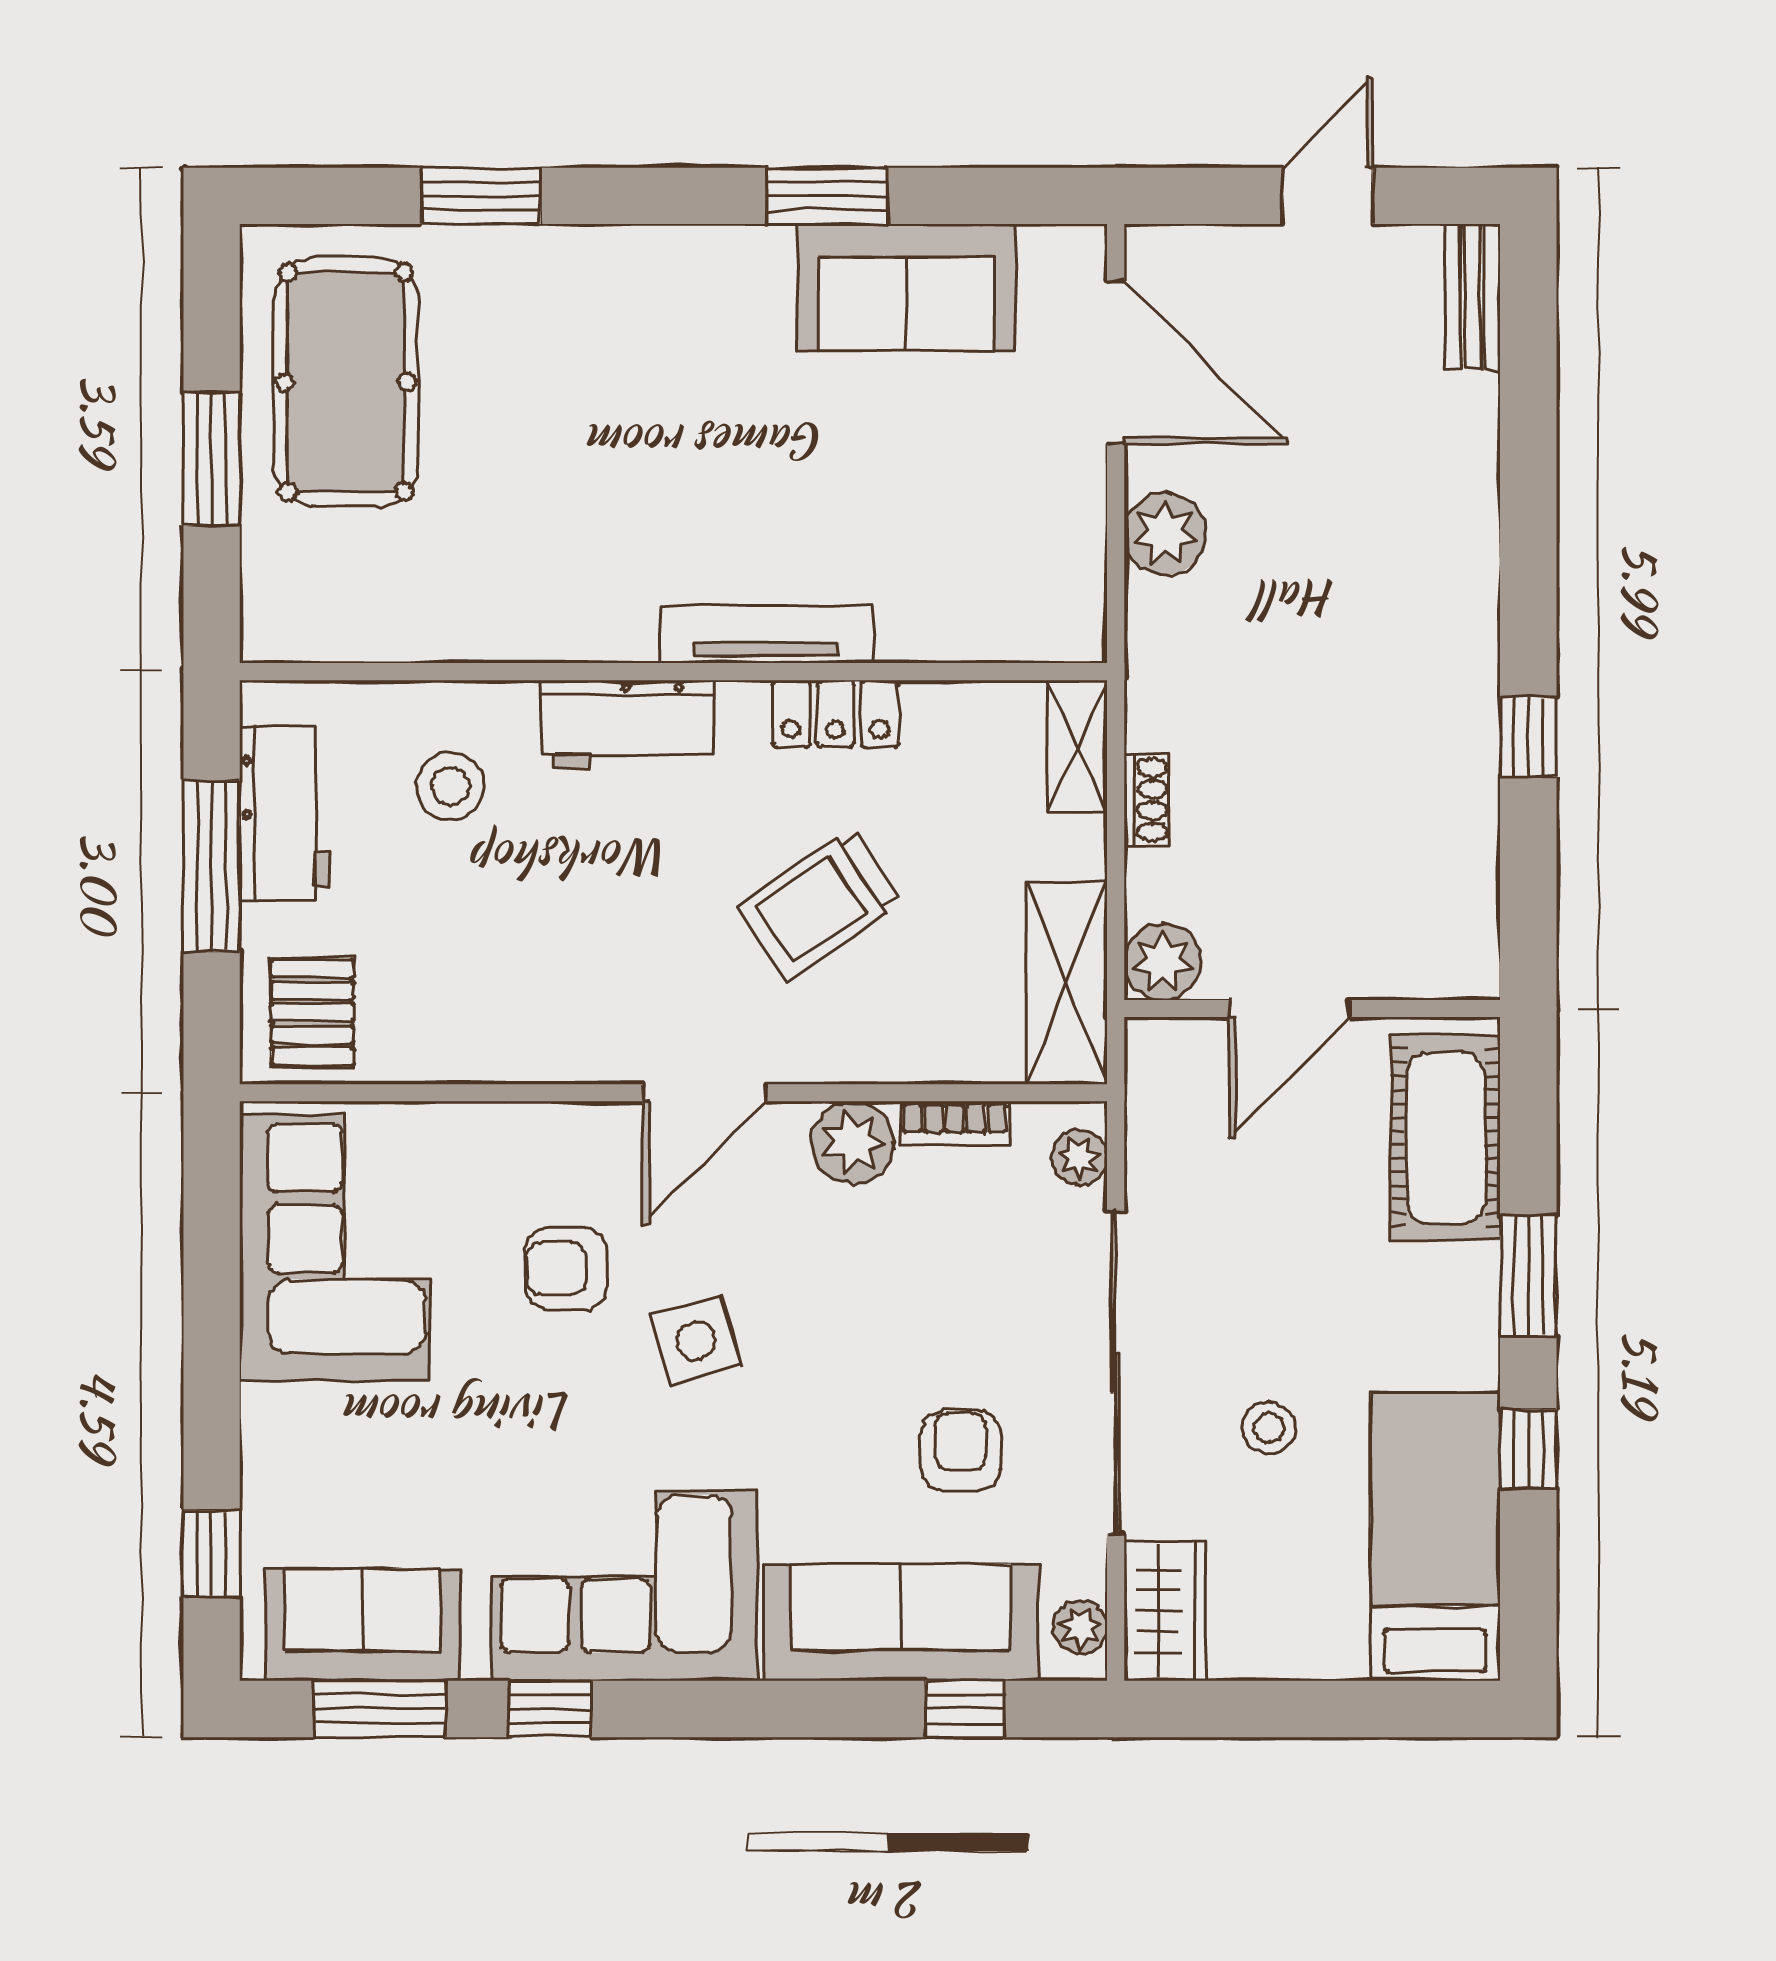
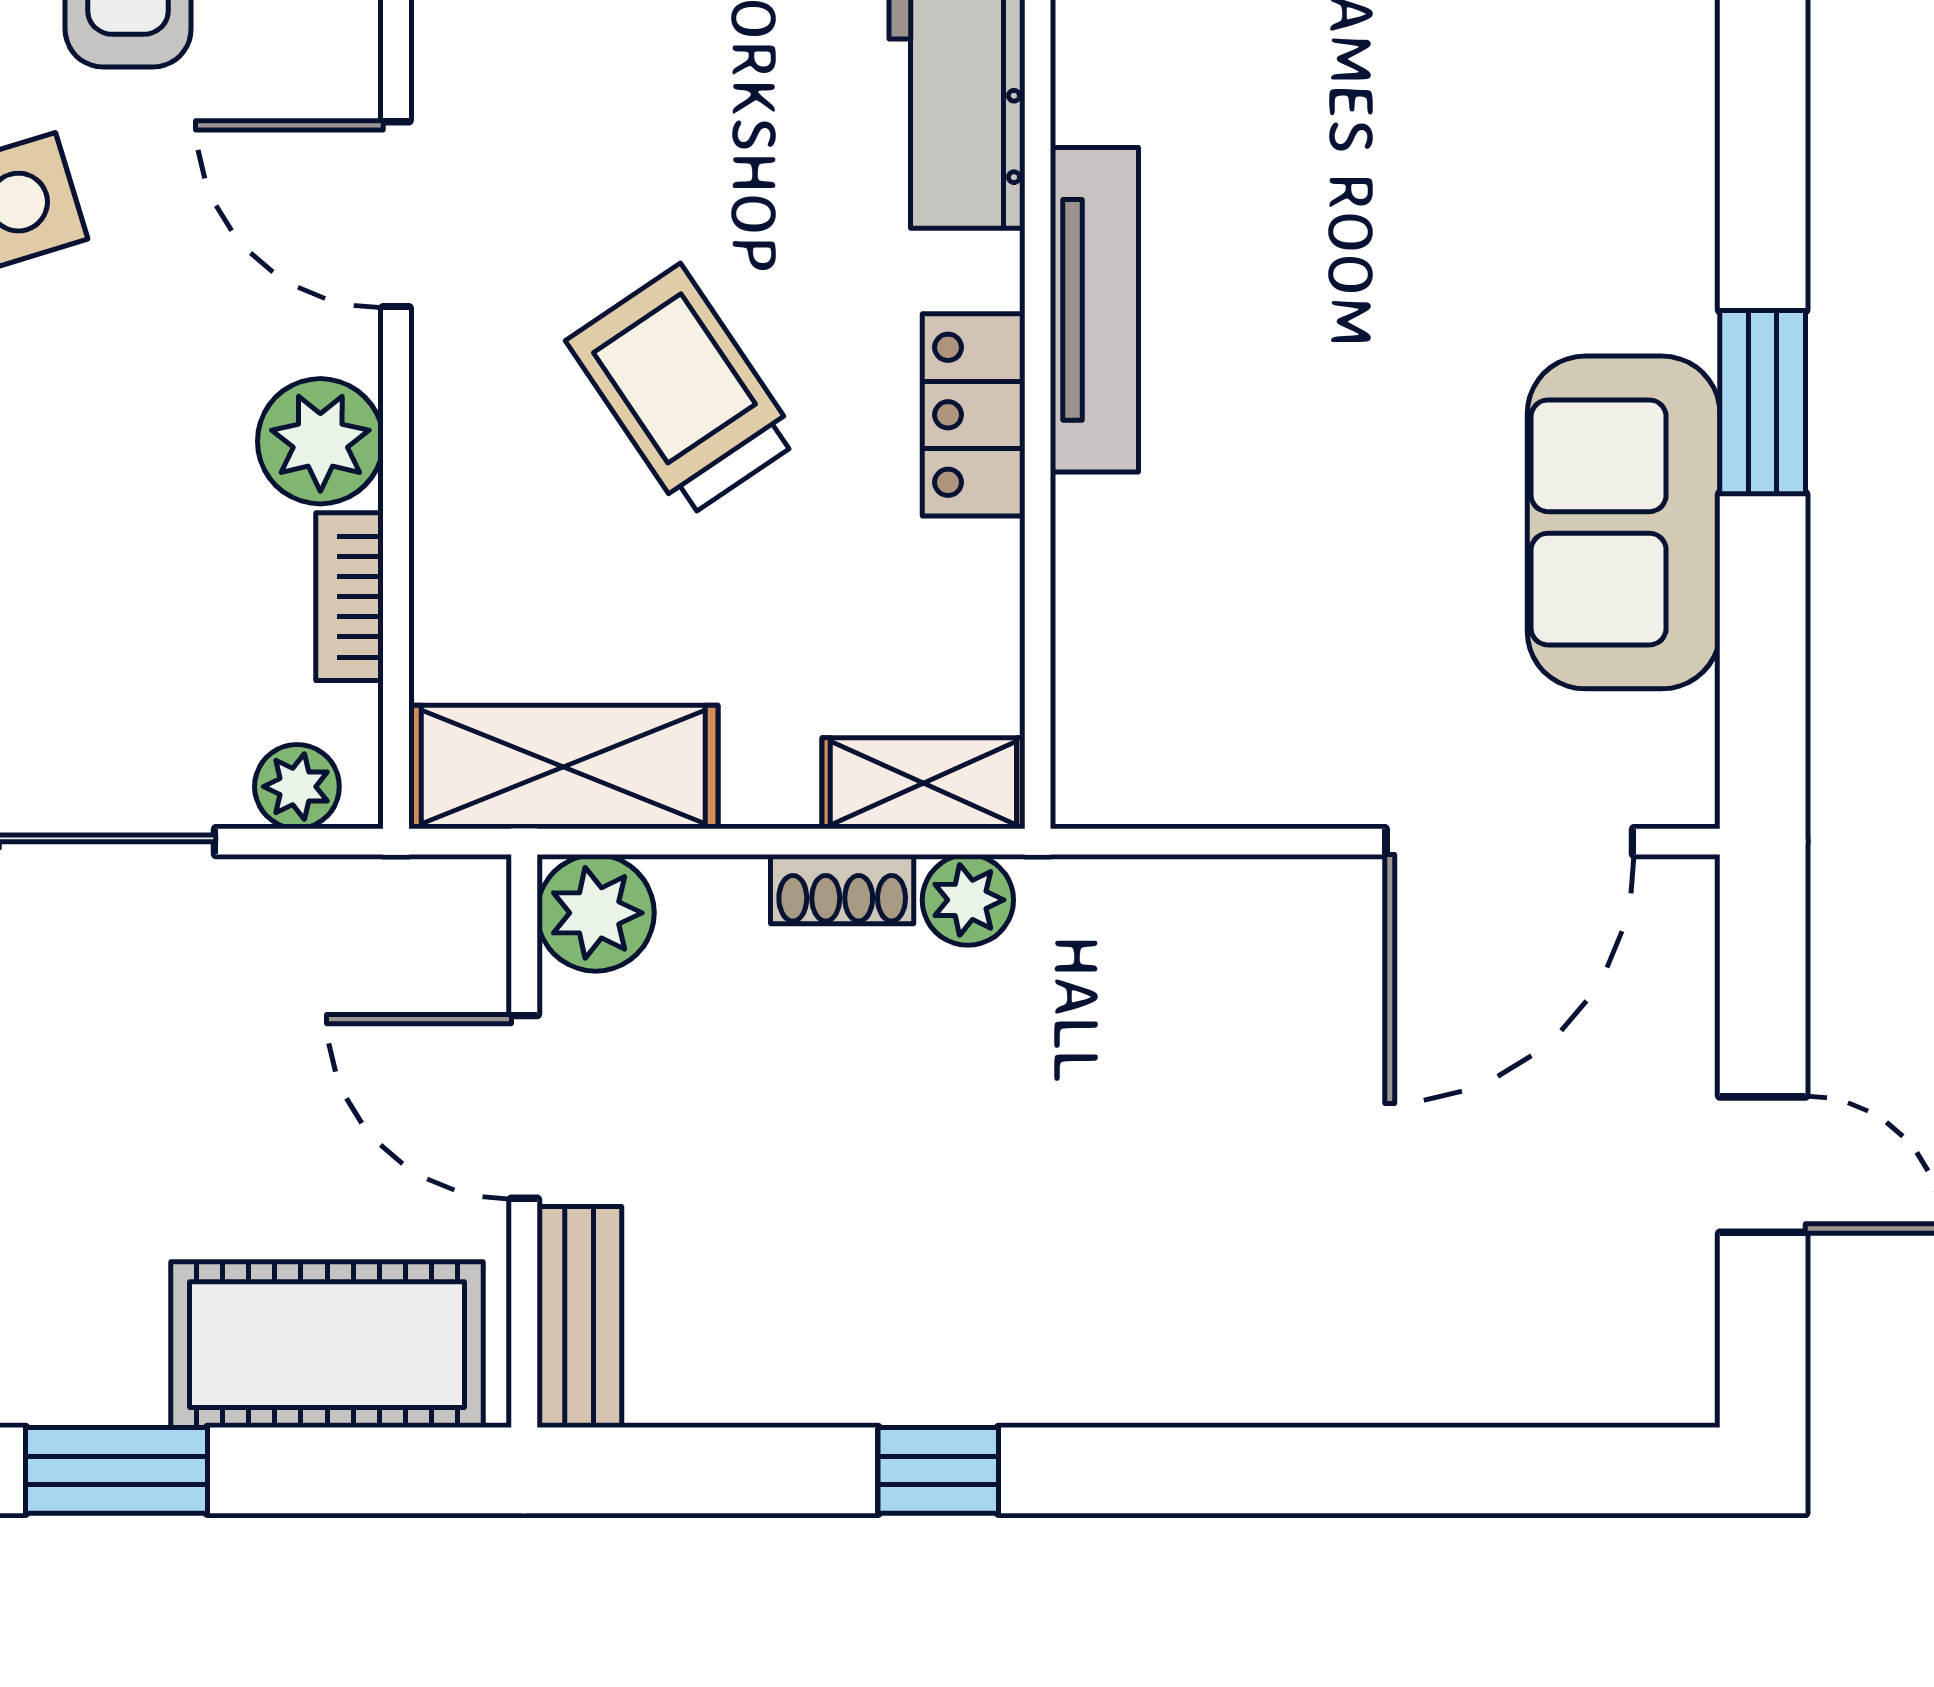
bench: (1472, 296) -> (579, 1317), moved, turned 90
plant: (1165, 534) -> (968, 900), moved, width x0.73, depth x0.73

